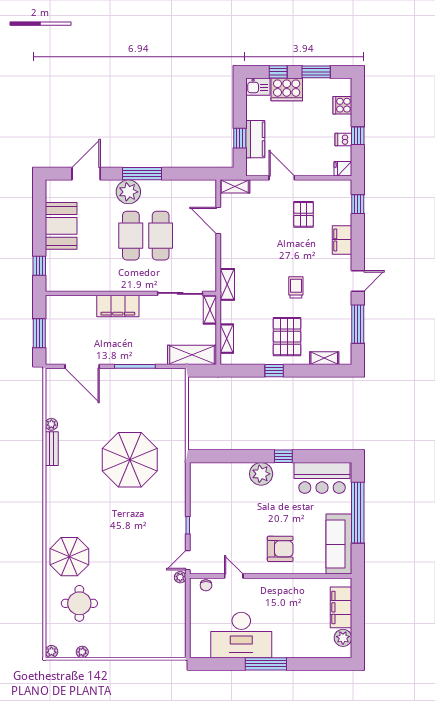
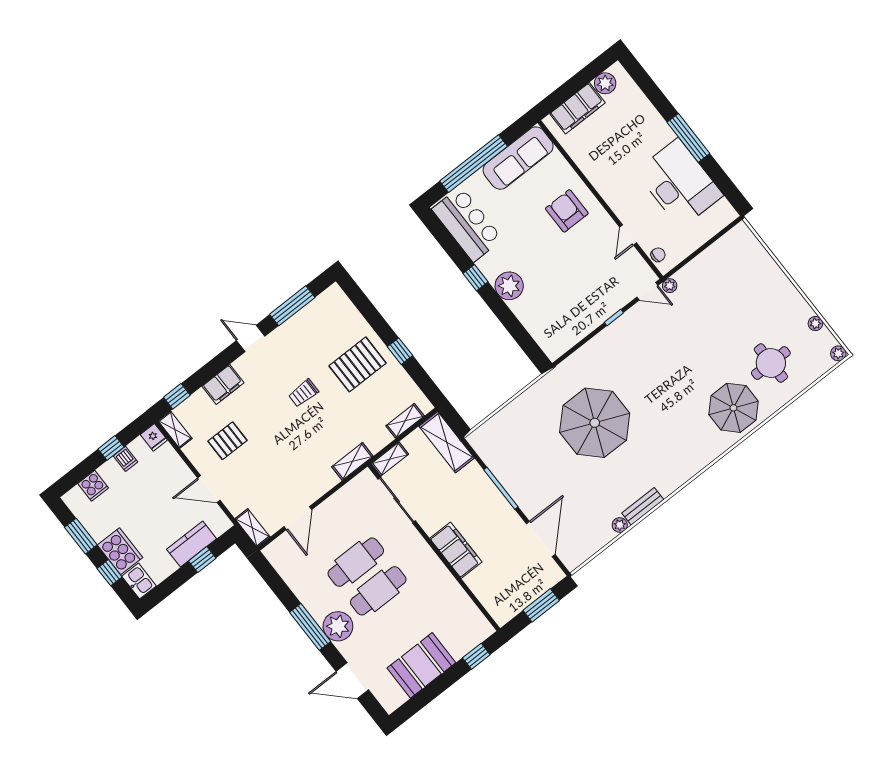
door: (282, 178) -> (209, 489), hinge flipped
shelving: (324, 358) -> (175, 430), moved

